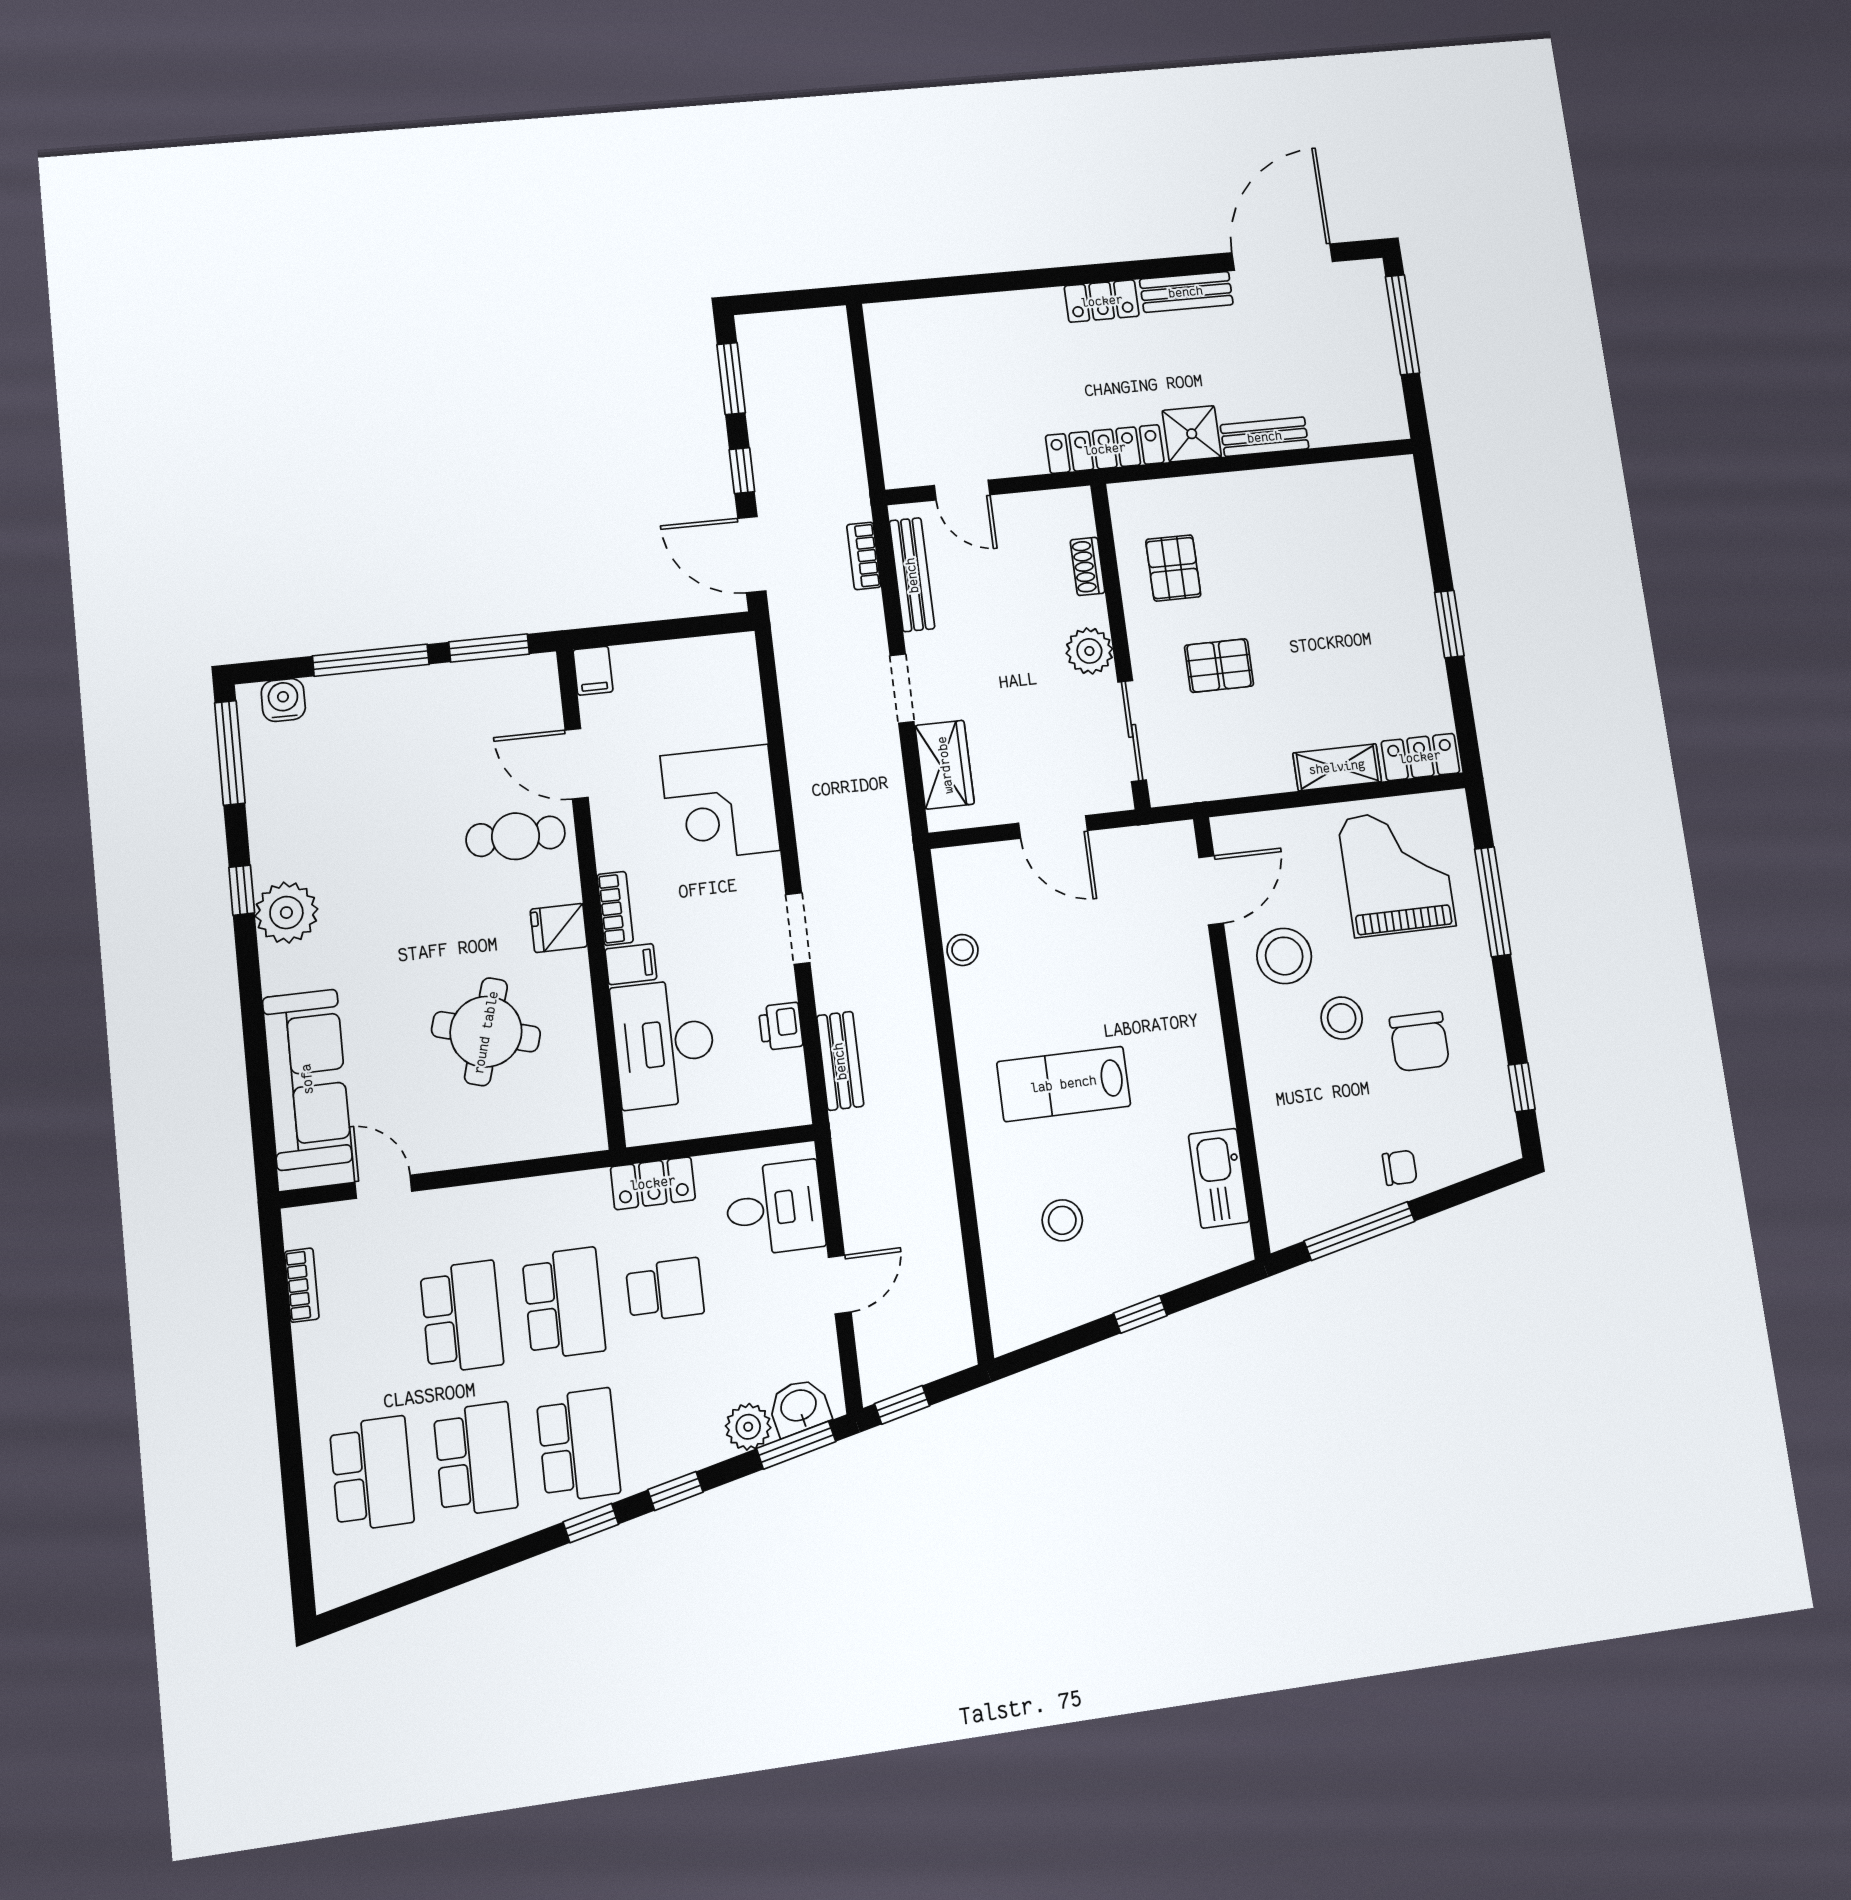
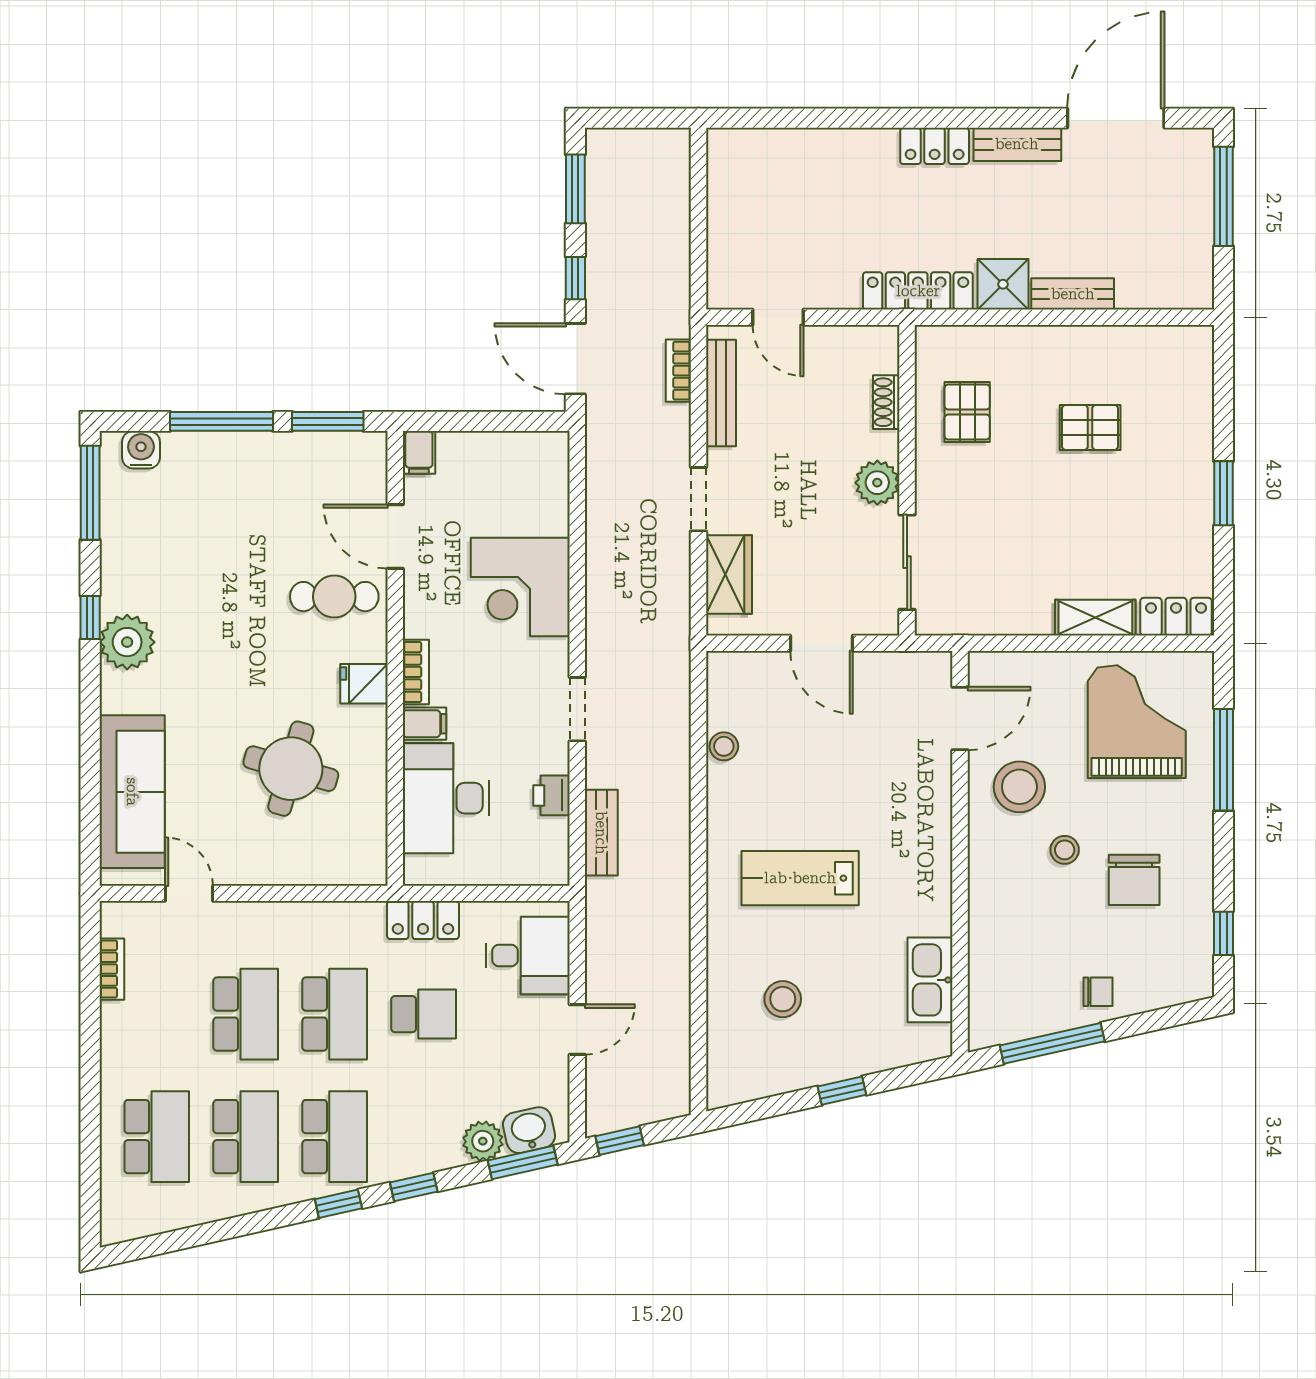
pallet: (1219, 666) -> (1090, 427), moved
stool: (1342, 1018) -> (1065, 850), width x0.73, depth x0.73

